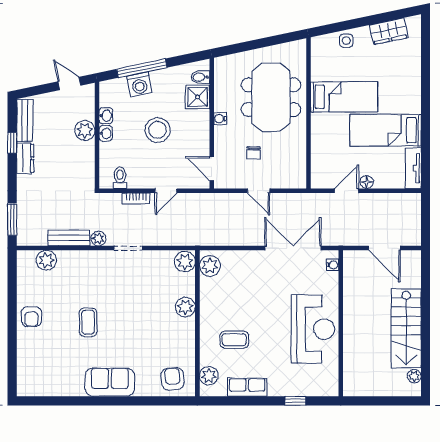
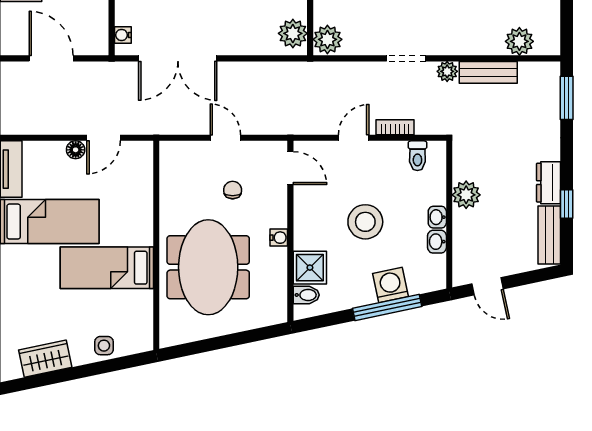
plant: (85, 131) -> (466, 195), moved

